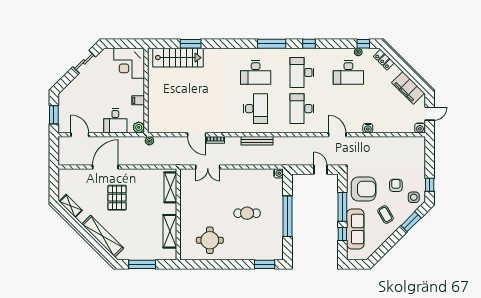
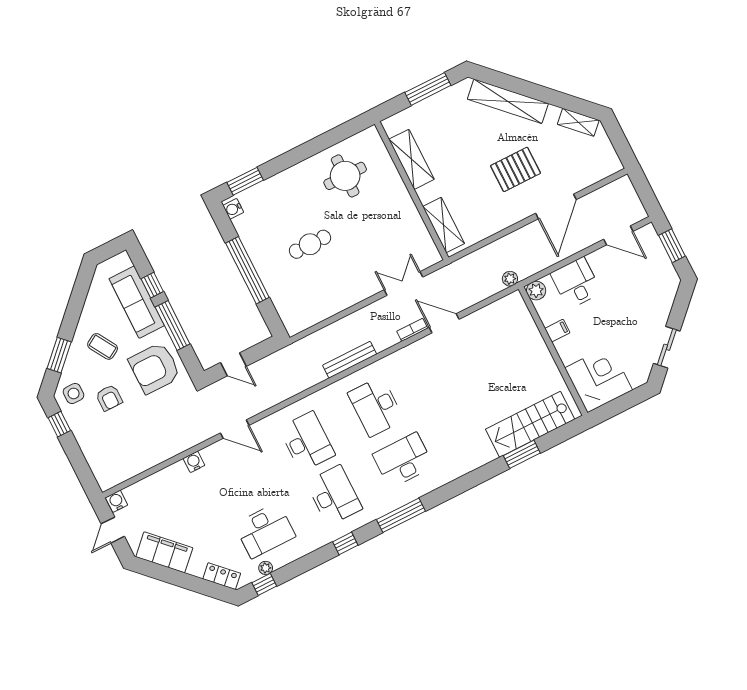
desk: (348, 72) -> (265, 530), turned 180
water cooler: (278, 173) -> (233, 209), moved
pallet: (117, 198) -> (516, 169), turned 90

